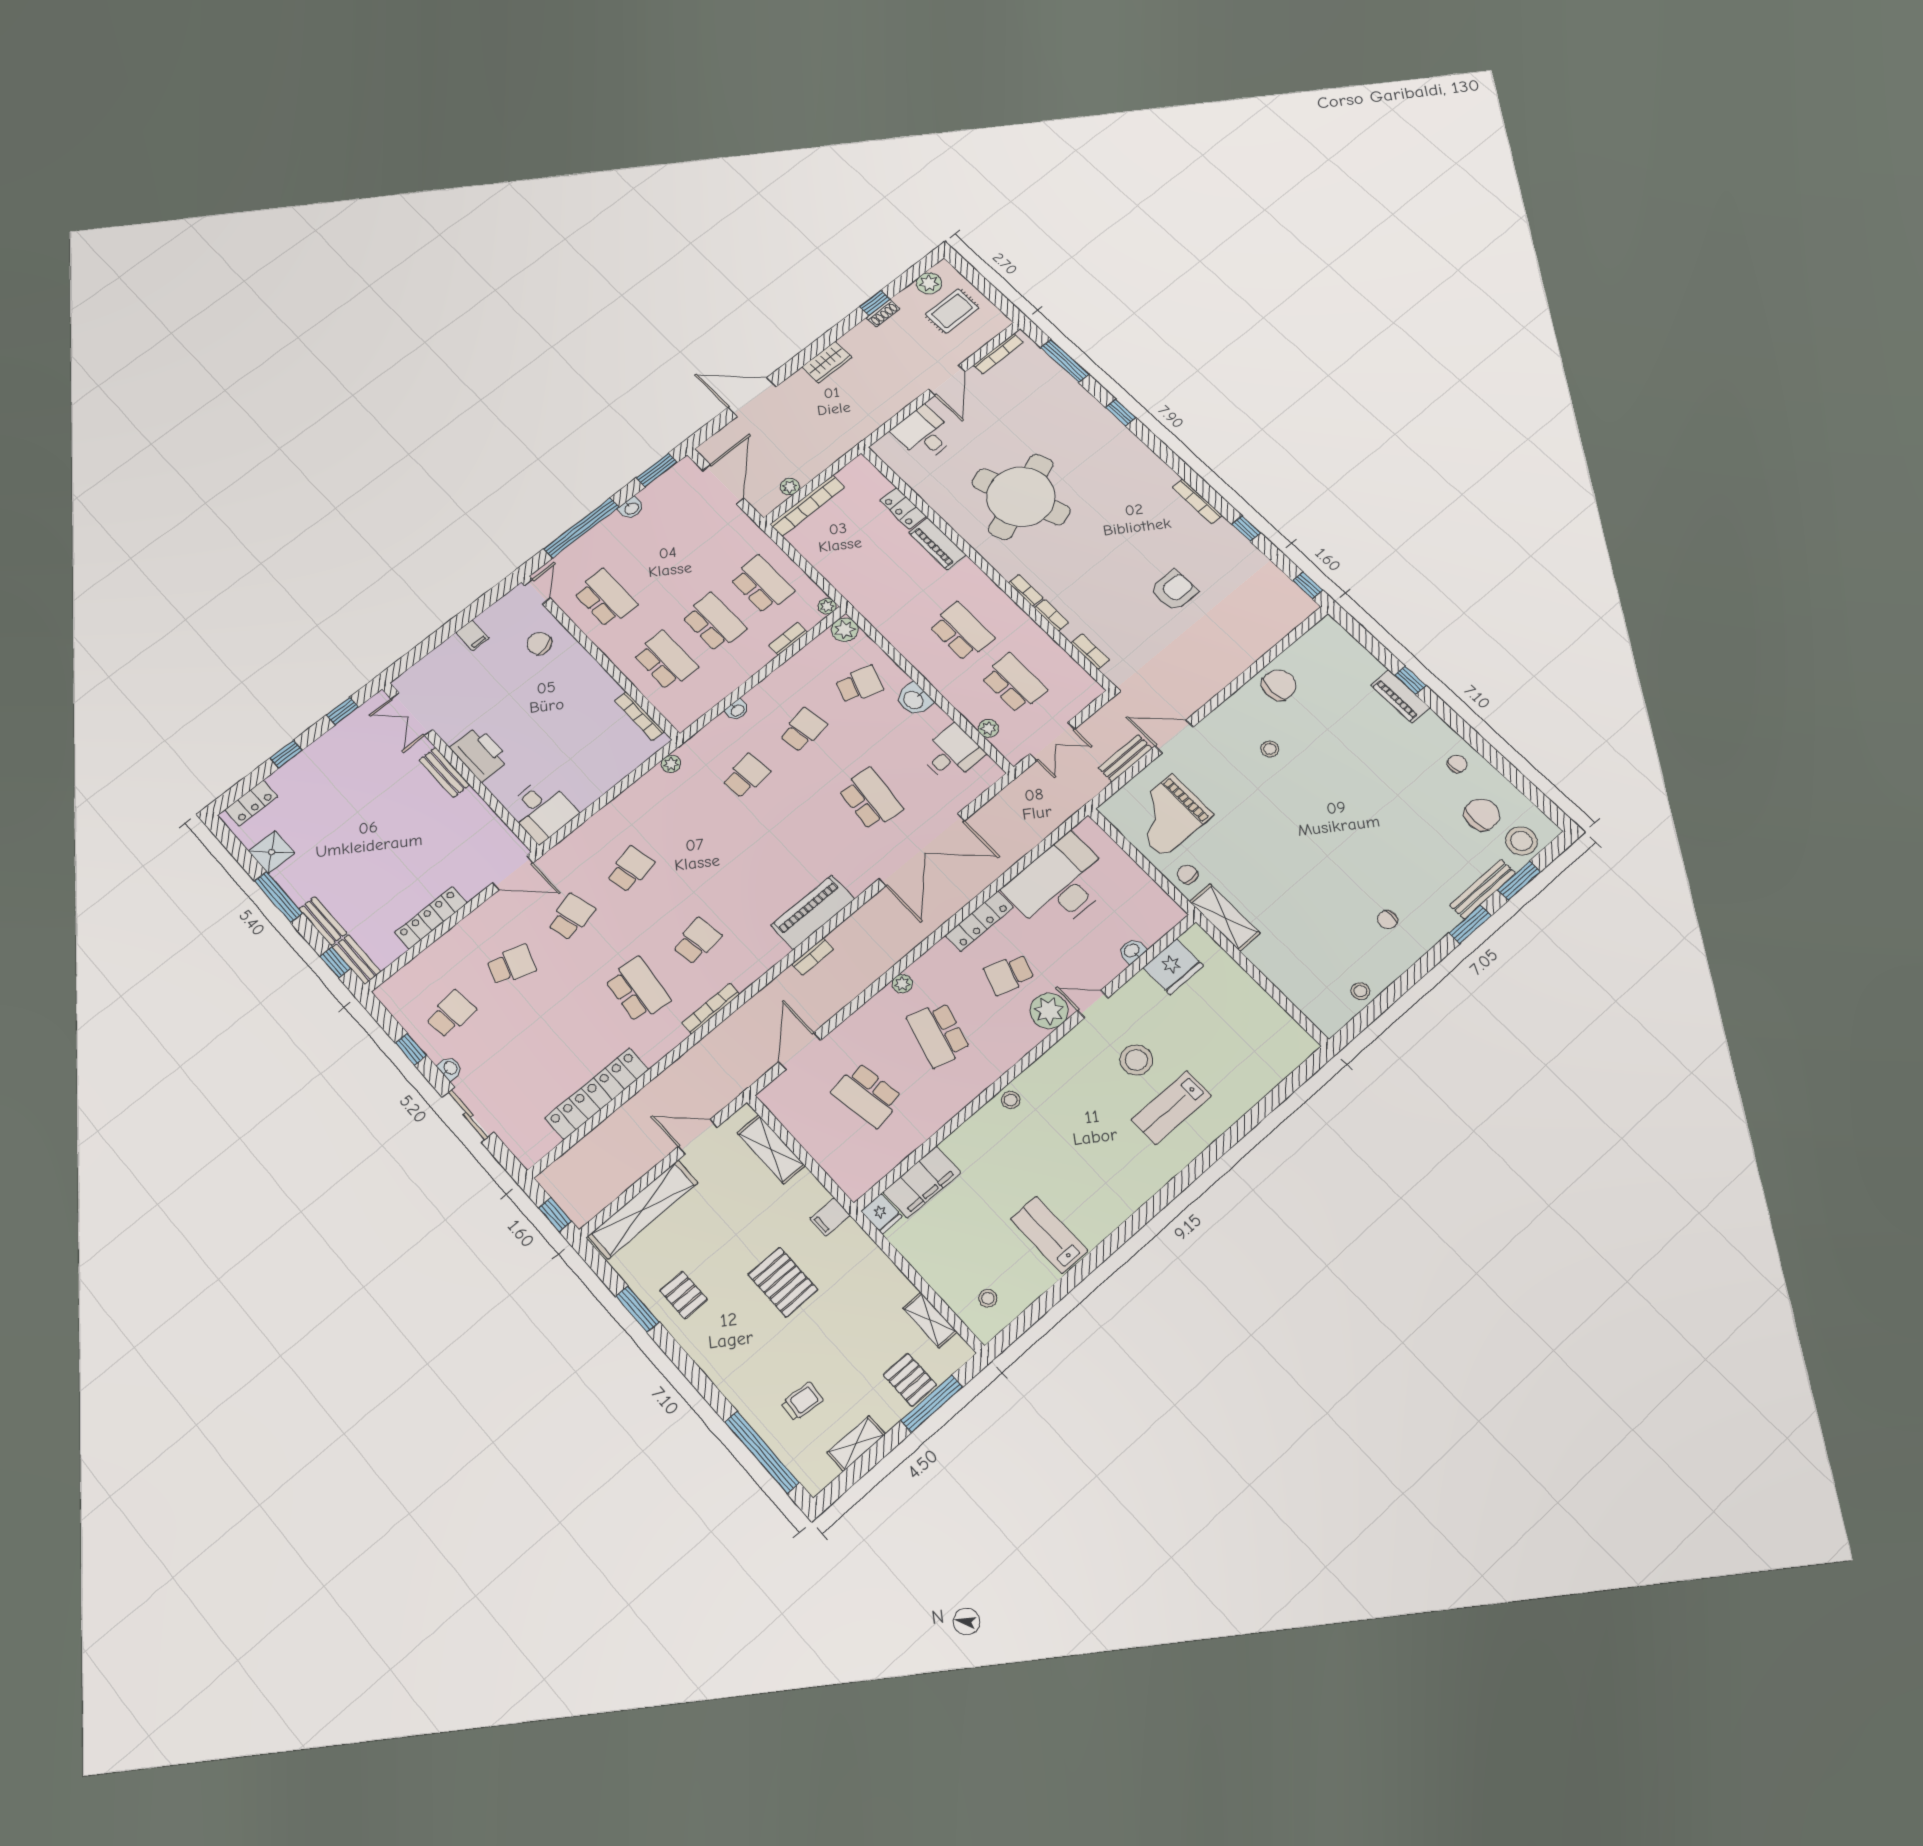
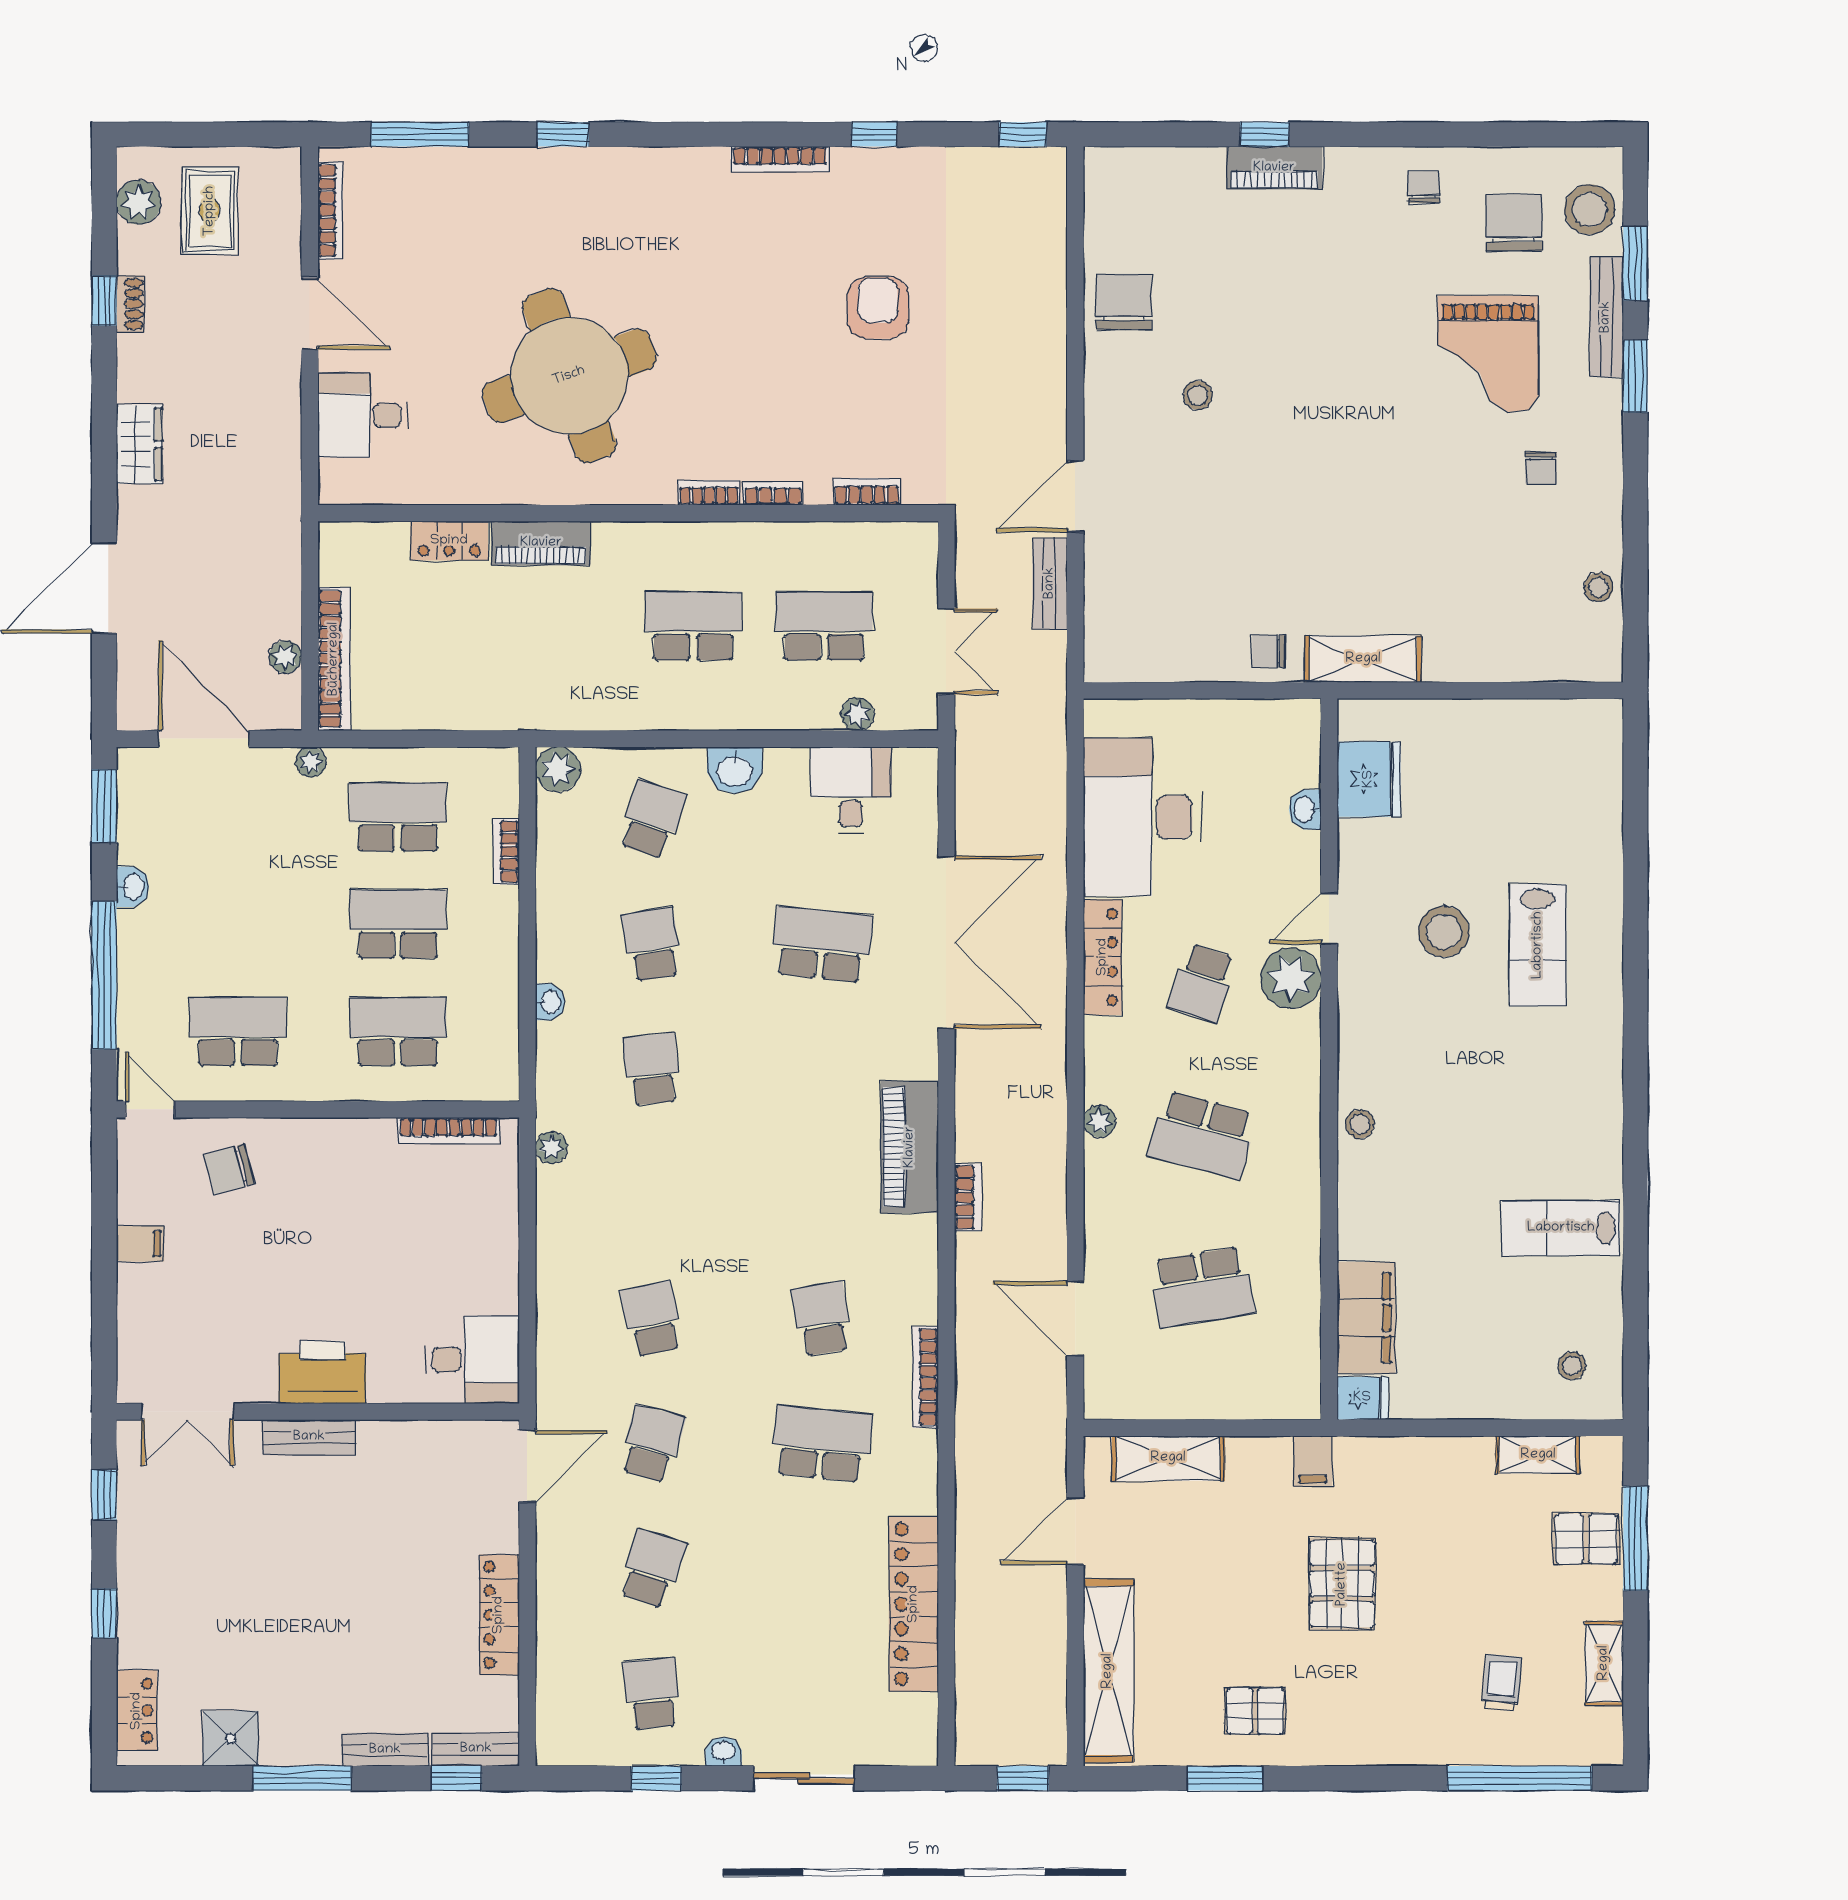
plant: (827, 606) -> (311, 762), moved
grand piano: (1167, 816) -> (1488, 354), moved
school desk: (571, 917) -> (652, 1444), turned 30
pallet: (783, 1282) -> (1342, 1584), turned 90

